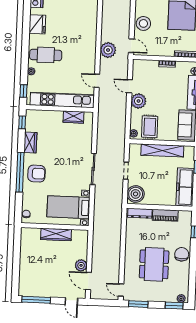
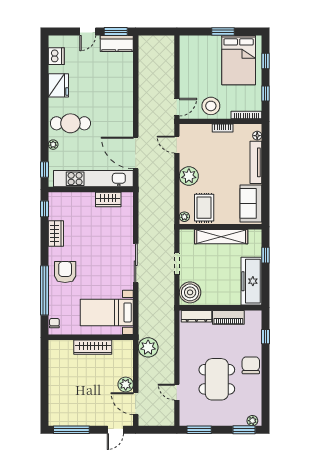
stool: (143, 23) -> (211, 106), moved
door: (131, 46) -> (177, 107), hinge flipped
plant: (108, 50) -> (148, 347), moved
door: (97, 81) -> (136, 153), width x1.87
door: (130, 86) -> (177, 145), moved
window: (20, 172) -> (44, 290), moved
armchair: (36, 174) -> (65, 272), turned -90
door: (121, 290) -> (177, 392), moved
door: (71, 301) -> (115, 430), hinge flipped

